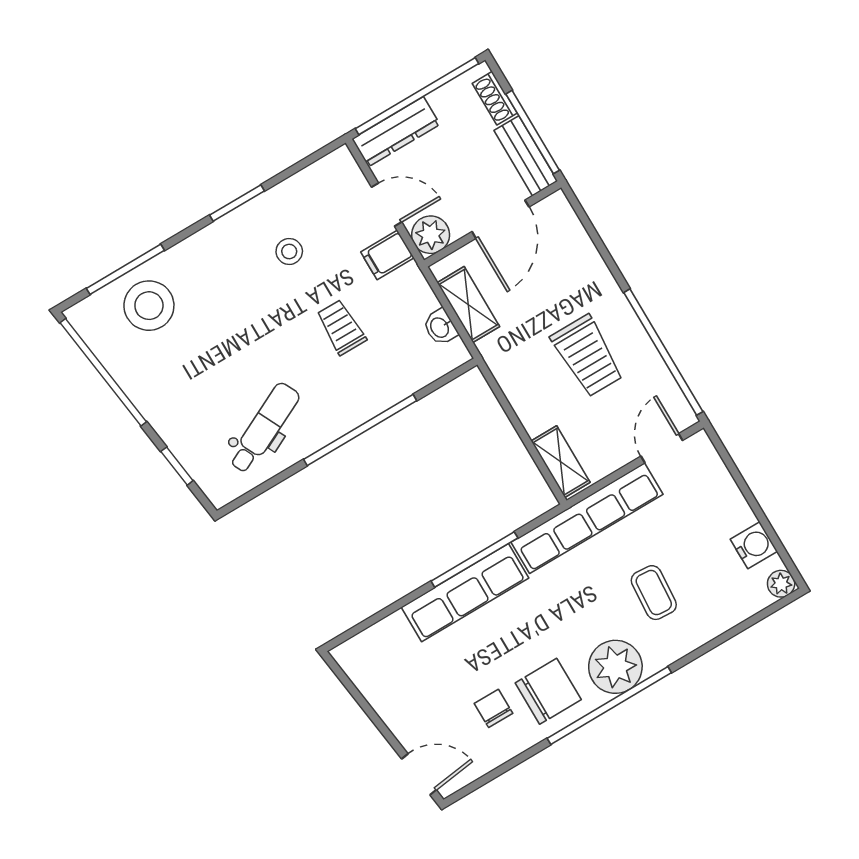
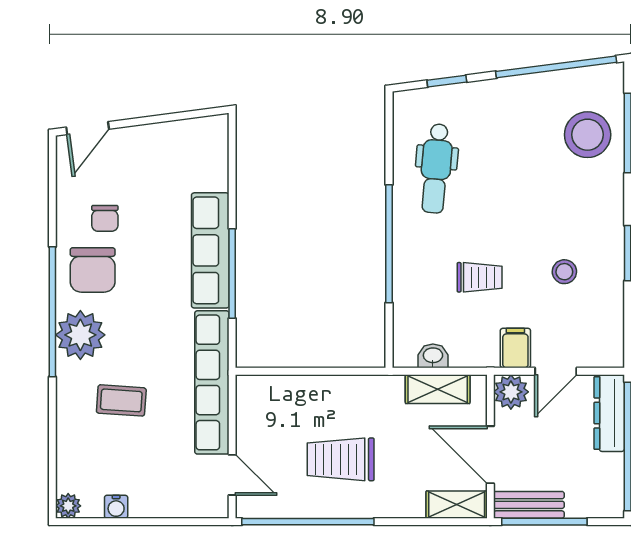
shoe rack: (495, 98) -> (589, 507), removed
dental chair: (264, 428) -> (436, 168), turned 31
shelving: (561, 462) -> (457, 505), moved
water cooler: (754, 545) -> (116, 507), width x0.72, depth x0.72
chair: (493, 708) -> (105, 218), turned 90

